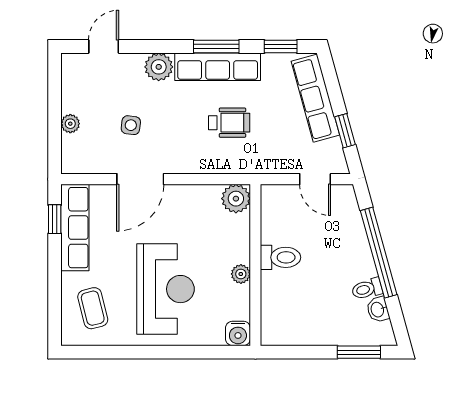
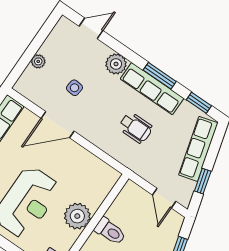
plant: (236, 199) -> (108, 177), removed
plant: (241, 274) -> (77, 216), width x1.88, depth x1.88

